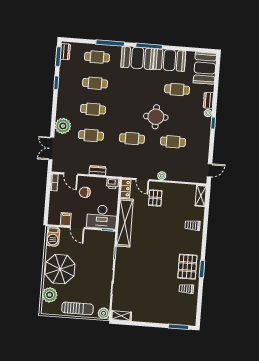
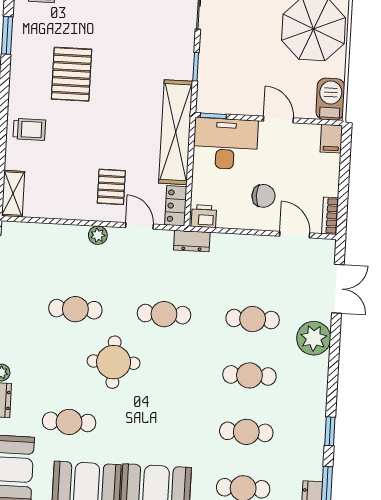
dresser: (98, 170) -> (192, 241), moved
filing cabinet: (66, 219) -> (331, 139), moved
pallet: (187, 267) -> (72, 74), moved

